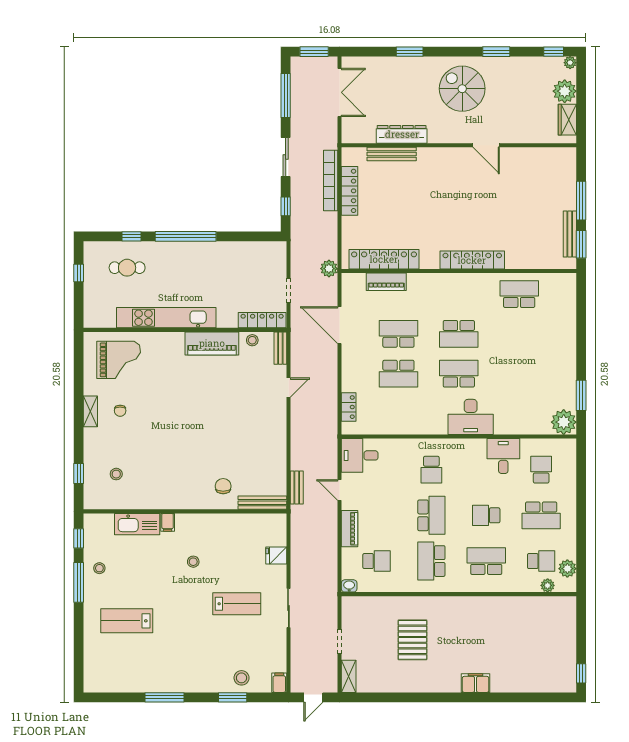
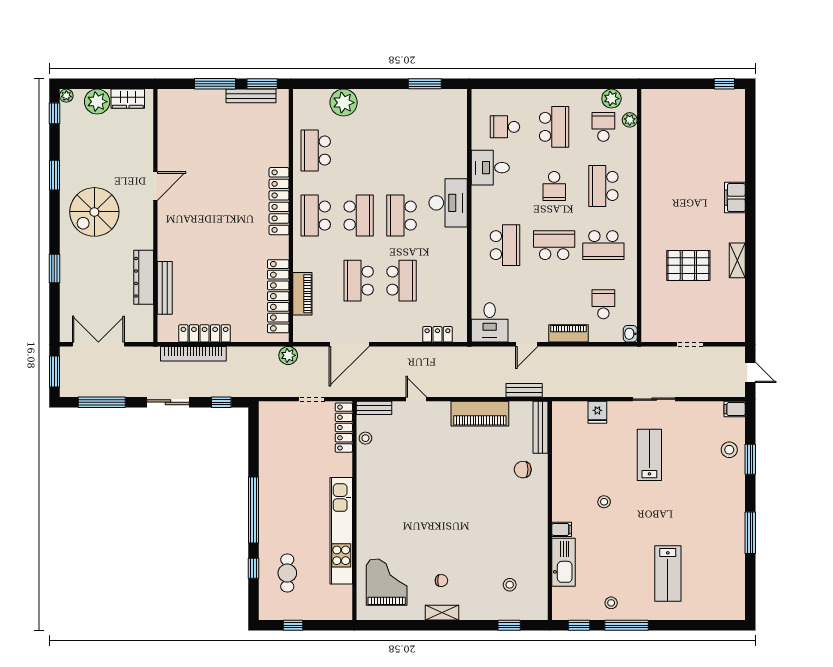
school desk: (459, 294) -> (316, 216), added
piano: (212, 343) -> (480, 414), moved, turned 90
plant: (564, 422) -> (344, 103), moved
school desk: (431, 470) -> (505, 245), width x1.85
shelving: (349, 676) -> (737, 260), moved, turned 90

